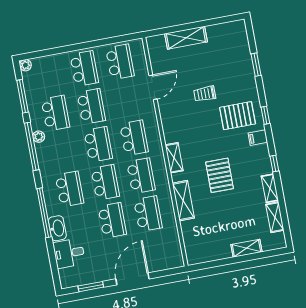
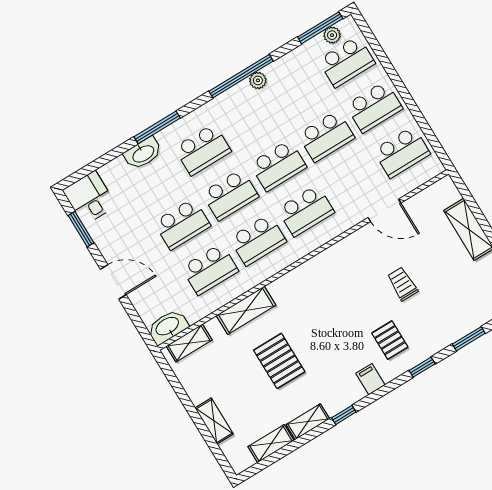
plant: (25, 65) -> (332, 35), moved
window: (22, 96) -> (320, 28), moved
school desk: (55, 113) -> (347, 62), moved
window: (265, 115) -> (422, 367), moved
pallet: (238, 116) -> (390, 340), width x0.67, depth x0.71
shelving: (174, 158) -> (189, 343), moved
pallet: (220, 175) -> (279, 361), moved, turned 90
window: (44, 213) -> (157, 127), width x0.68
desk: (69, 253) -> (89, 198), moved
washbasin: (175, 255) -> (168, 327), added
door: (132, 279) -> (113, 282), width x0.73

